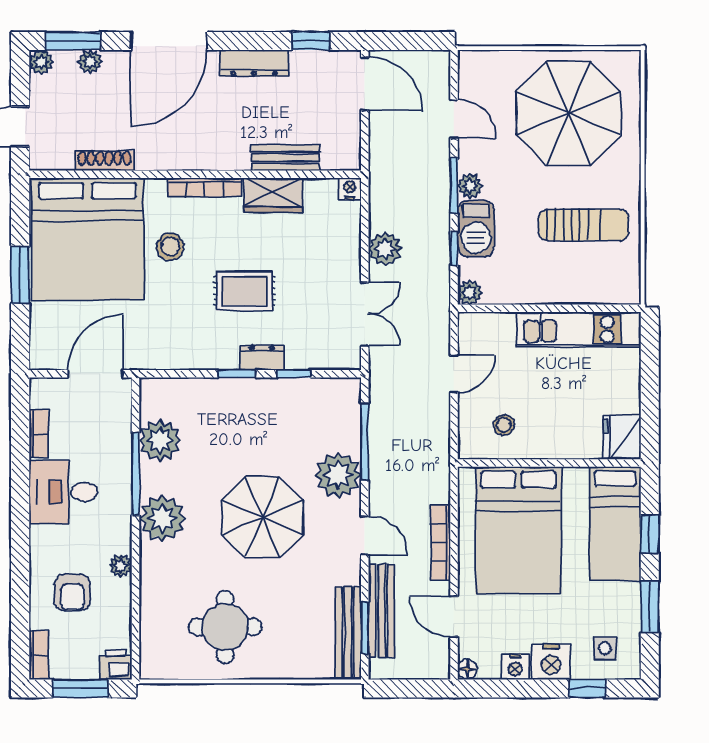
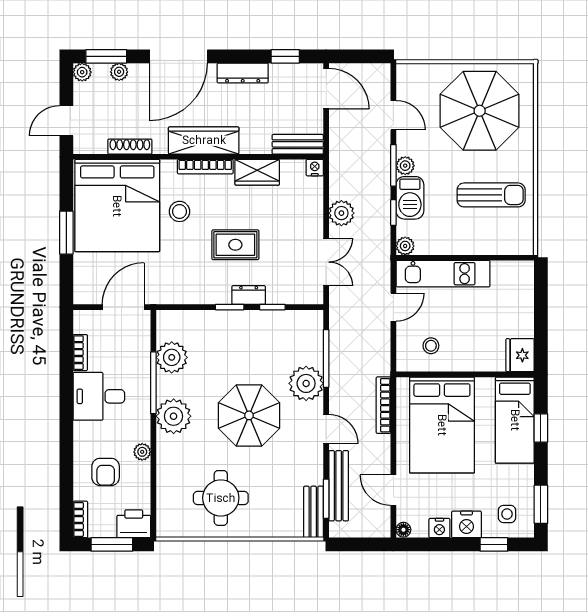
wardrobe: (202, 153) -> (204, 140), added
bench: (285, 158) -> (298, 144), moved
kitchen unit: (579, 329) -> (443, 274), moved
bookcase: (441, 542) -> (383, 405), moved
window: (650, 607) -> (541, 504), moved
bench: (348, 633) -> (314, 512), width x0.73
printer: (116, 665) -> (134, 524), width x1.36, depth x1.24

